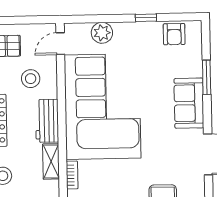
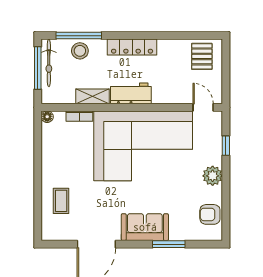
window: (146, 18) -> (226, 146), moved
plant: (102, 33) -> (213, 176), moved
stool: (31, 79) -> (171, 79), removed

